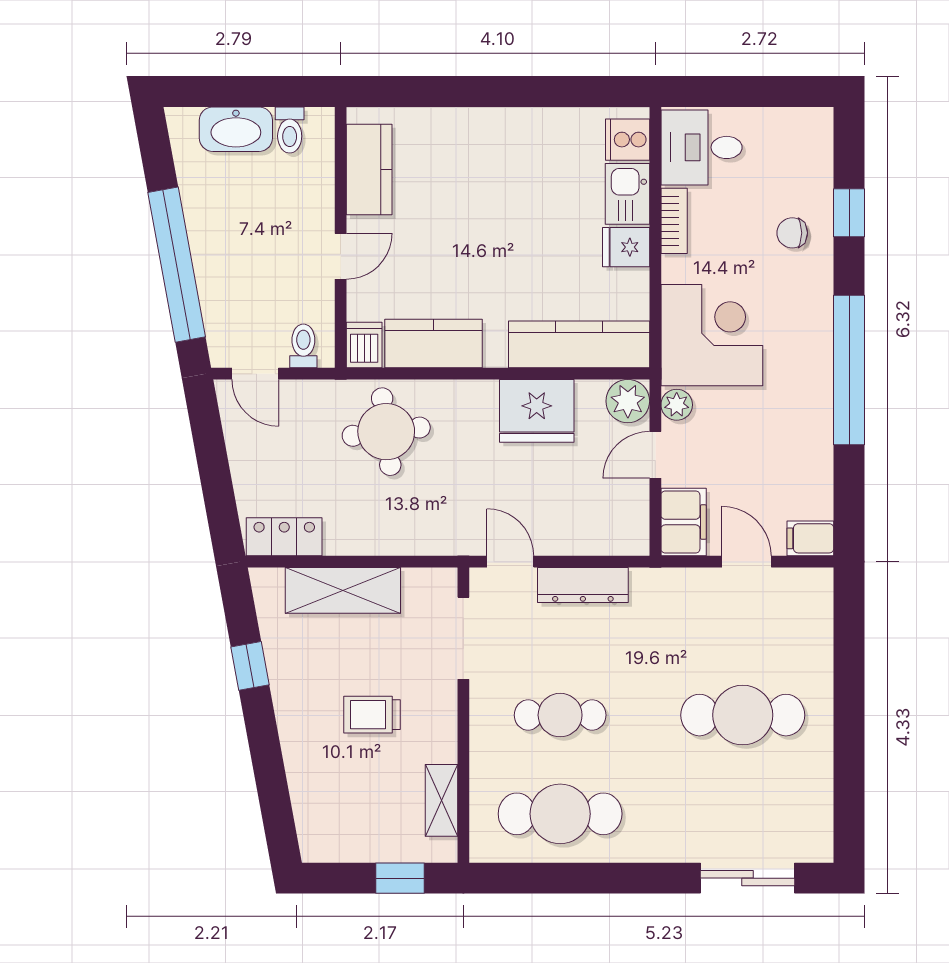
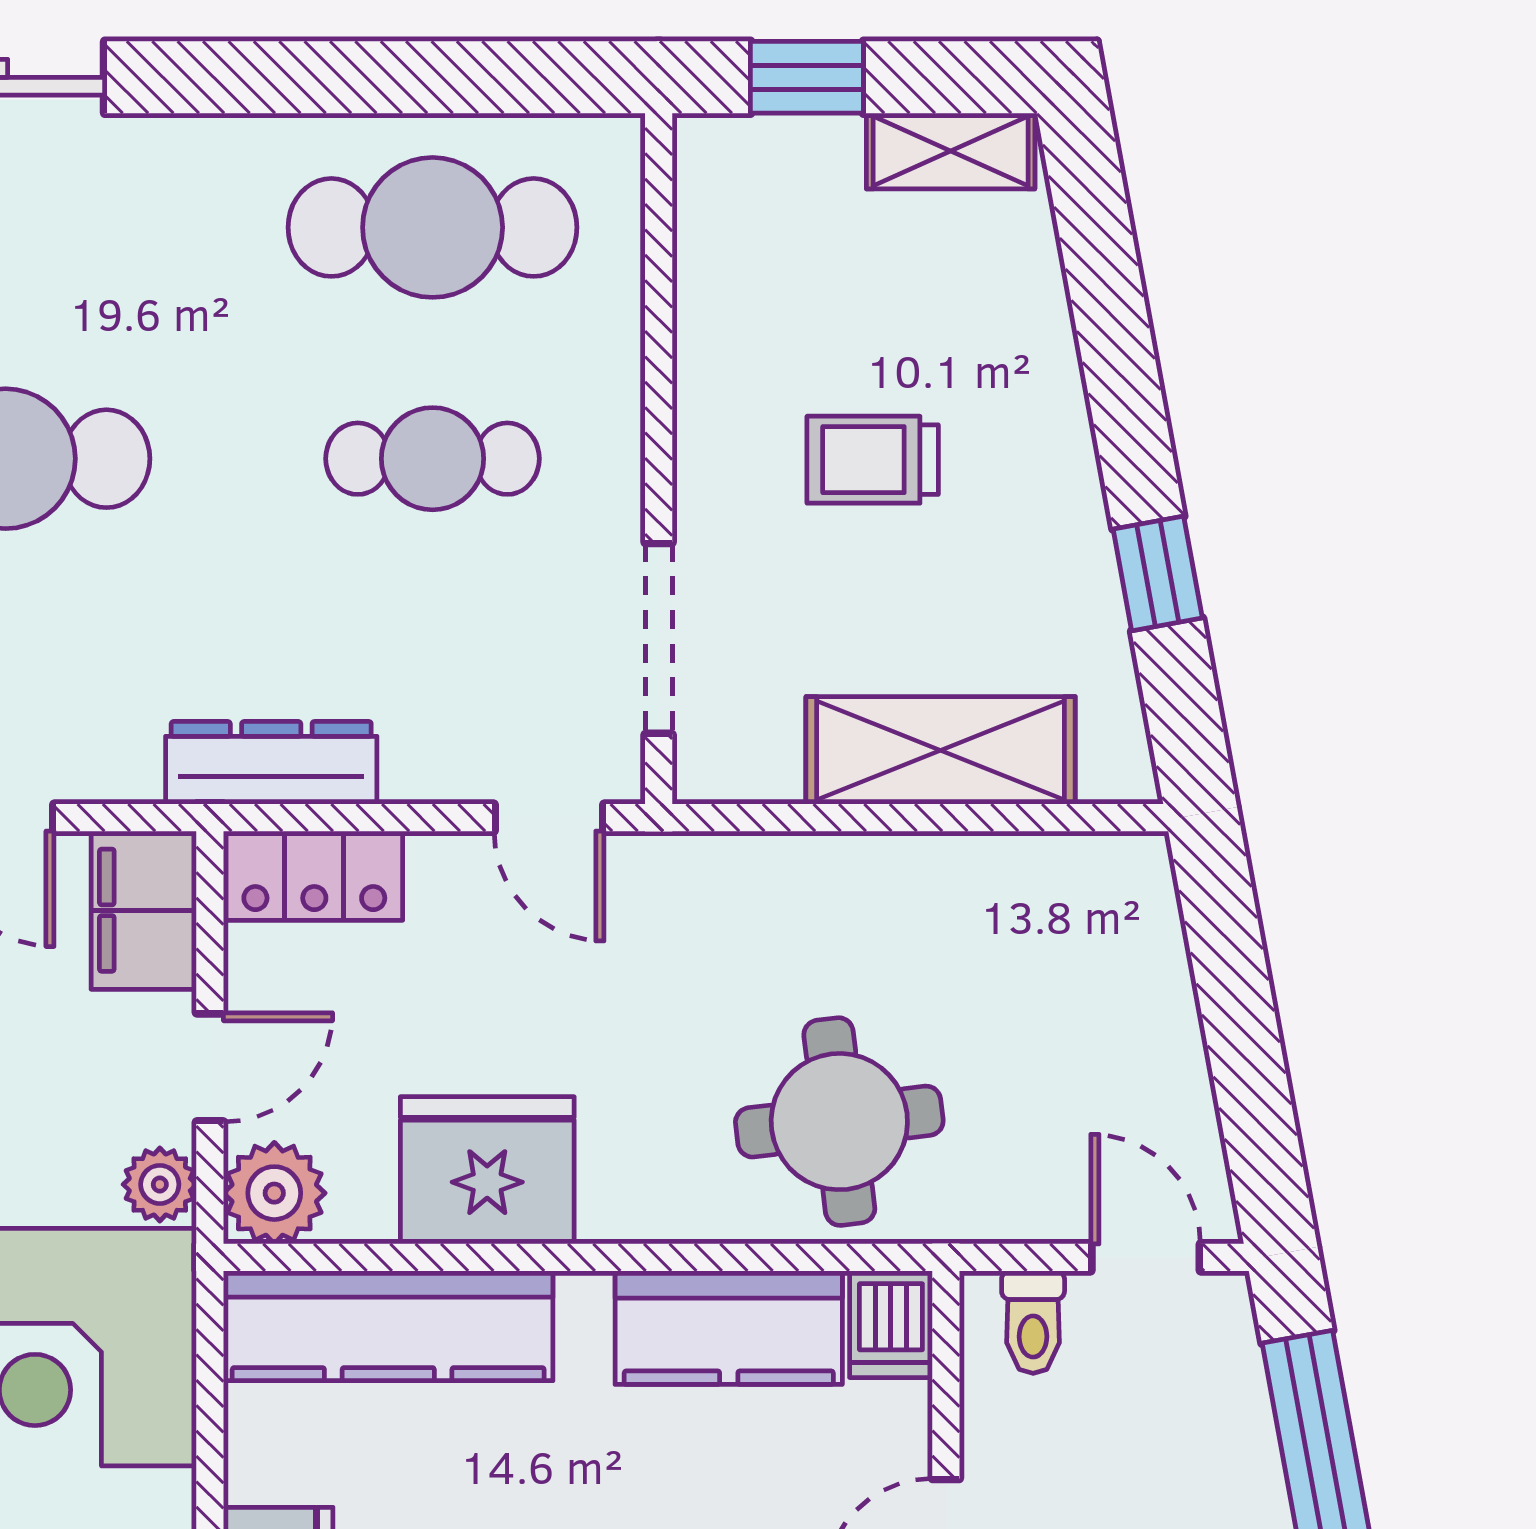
locker: (284, 537) -> (314, 876), moved
dresser: (583, 585) -> (271, 763), moved
trolley: (372, 715) -> (873, 460), turned 180
shelving: (441, 800) -> (951, 151), moved, turned 90

